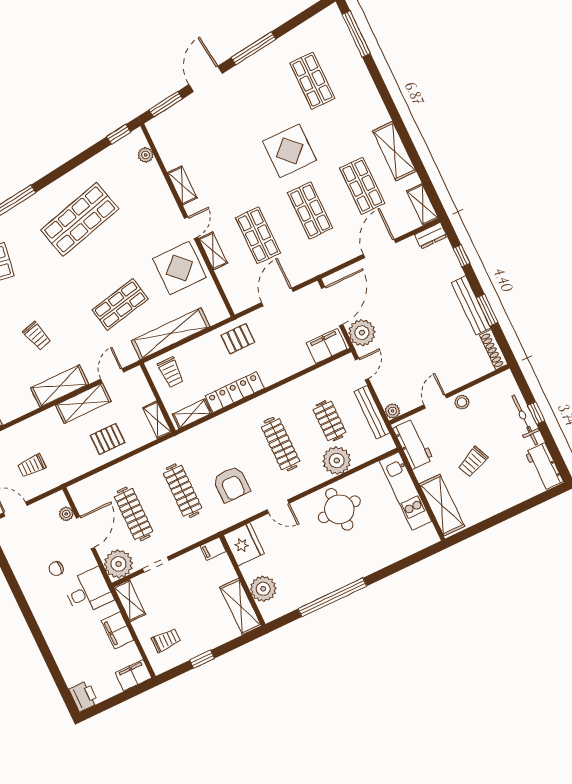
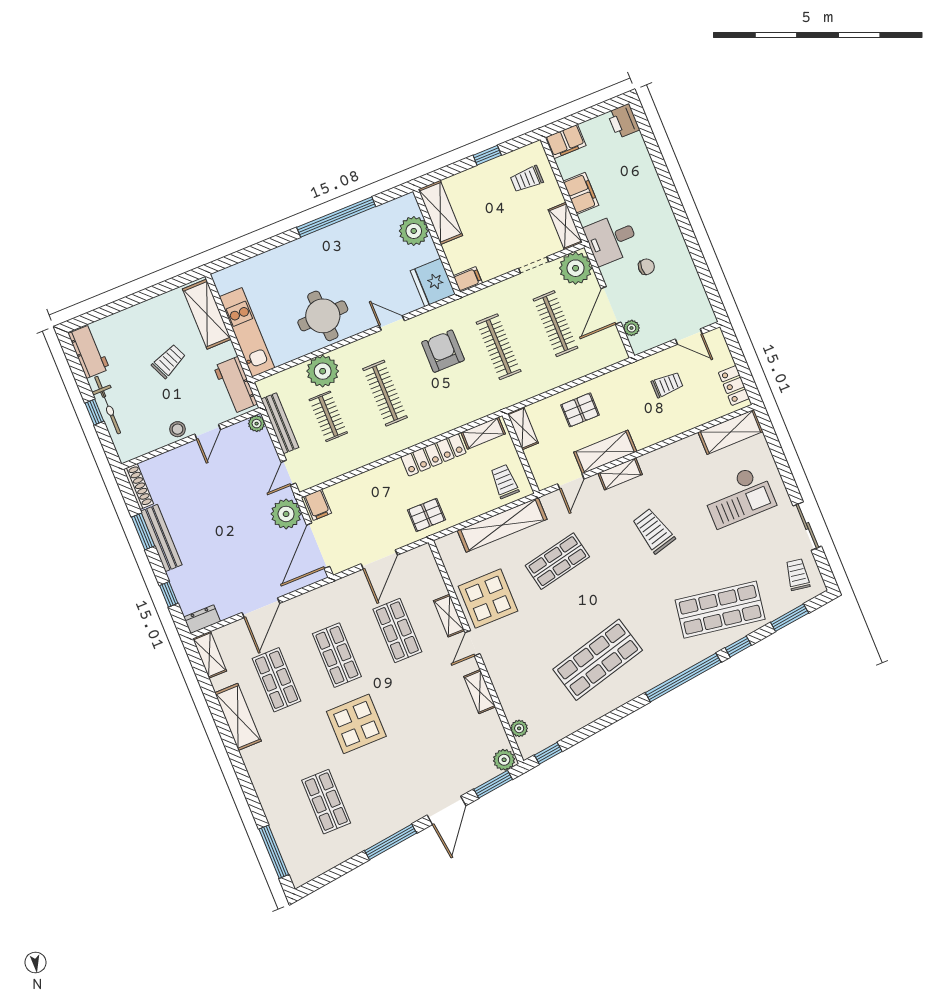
plant: (157, 126) -> (504, 760), added
trolley: (37, 336) -> (653, 531), width x1.36, depth x1.39
filing cabinet: (327, 346) -> (318, 505), width x0.50
shelving: (60, 386) -> (620, 474), width x0.67, depth x0.75

